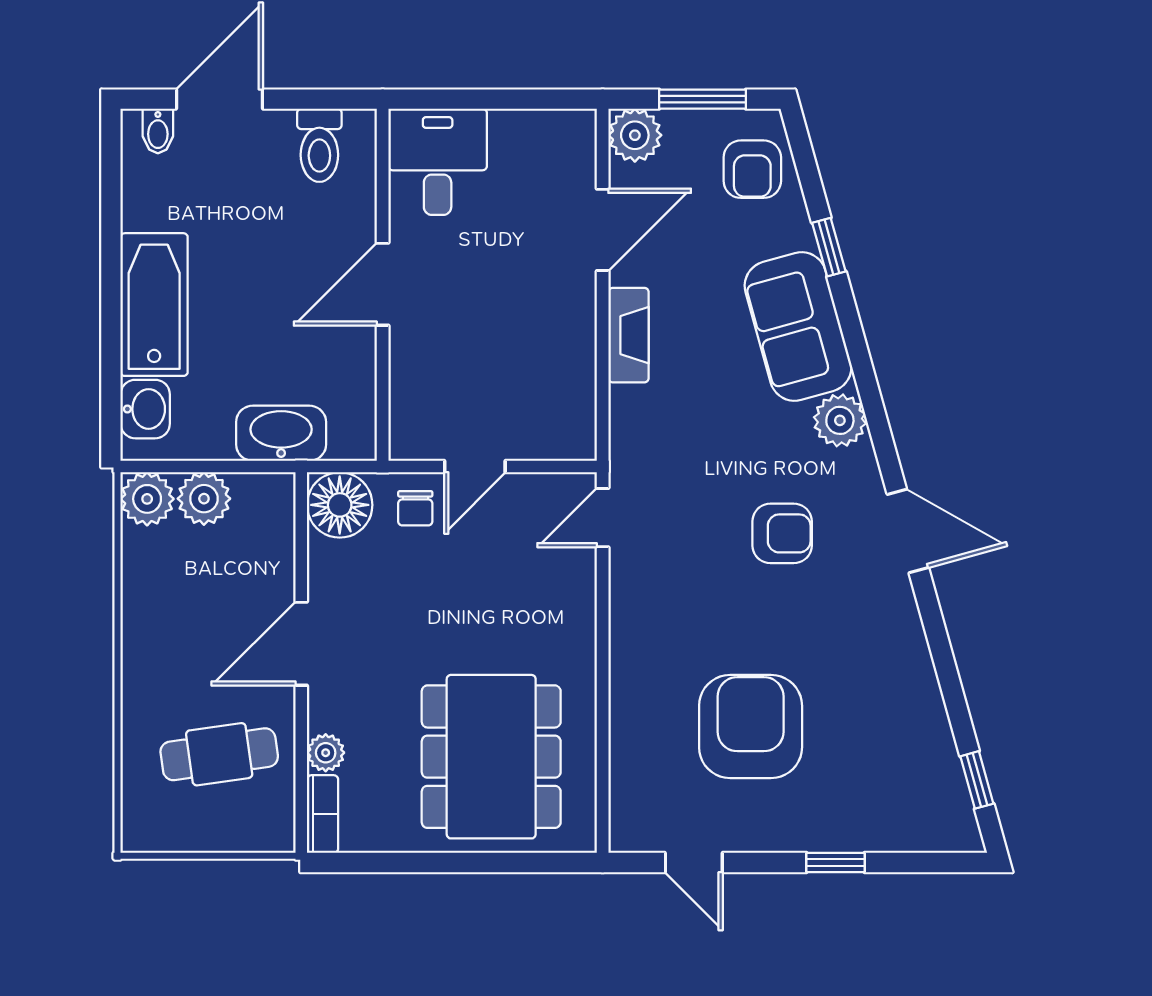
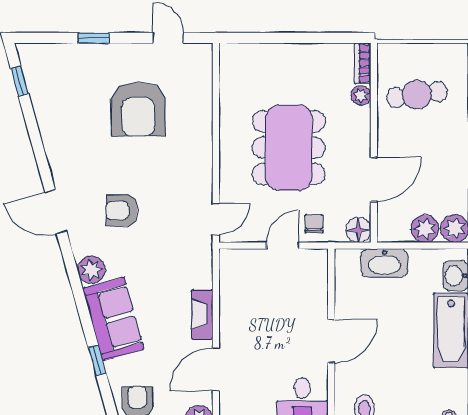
floor lamp: (340, 505) -> (358, 230), width x0.73, depth x0.73
door: (301, 644) -> (374, 179), moved
dining table: (491, 757) -> (289, 148), moved

